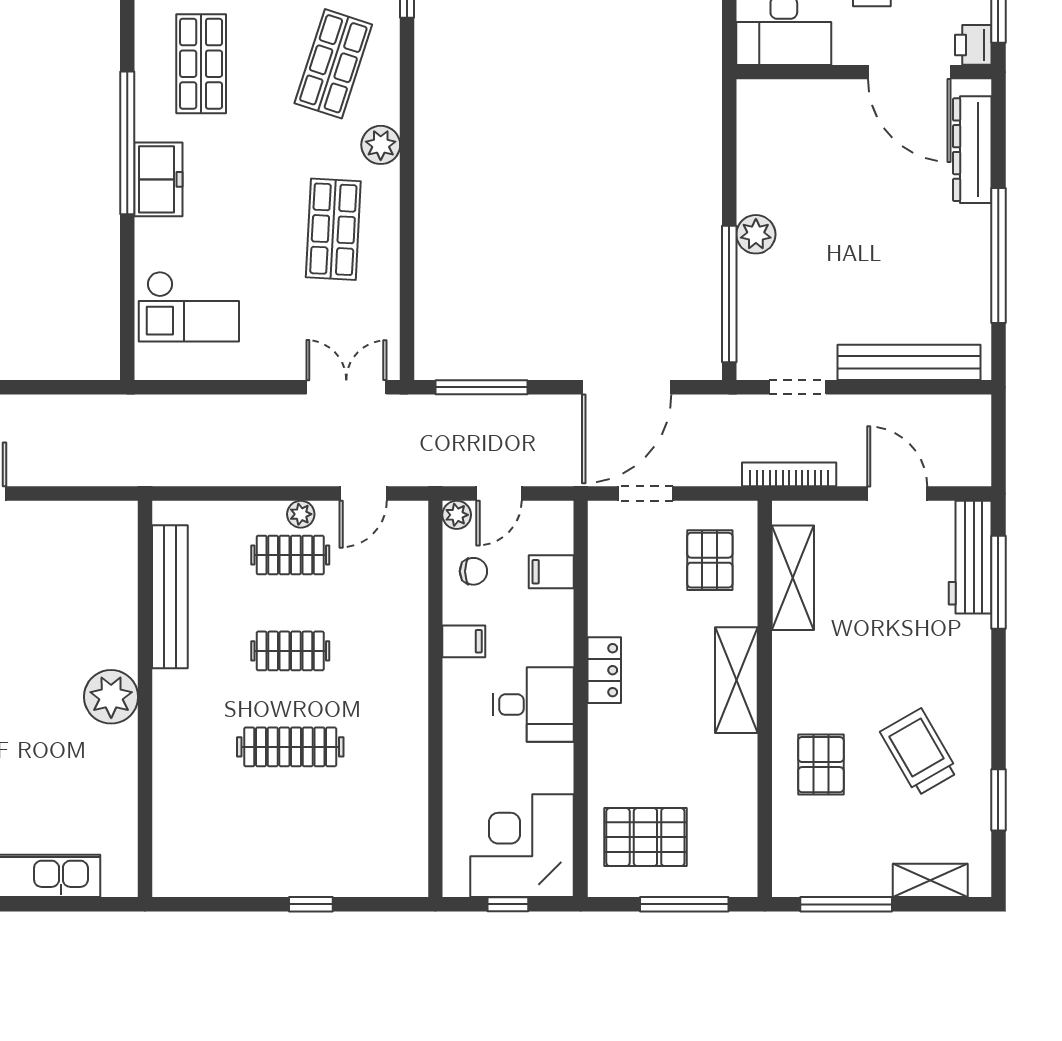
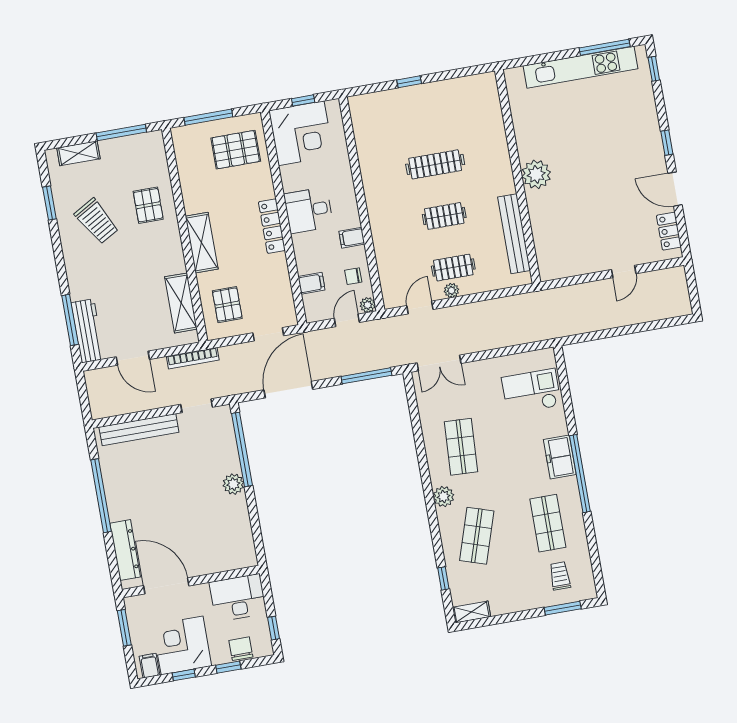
printer: (973, 45) -> (135, 606), removed
locker: (604, 670) -> (272, 226), width x1.53

